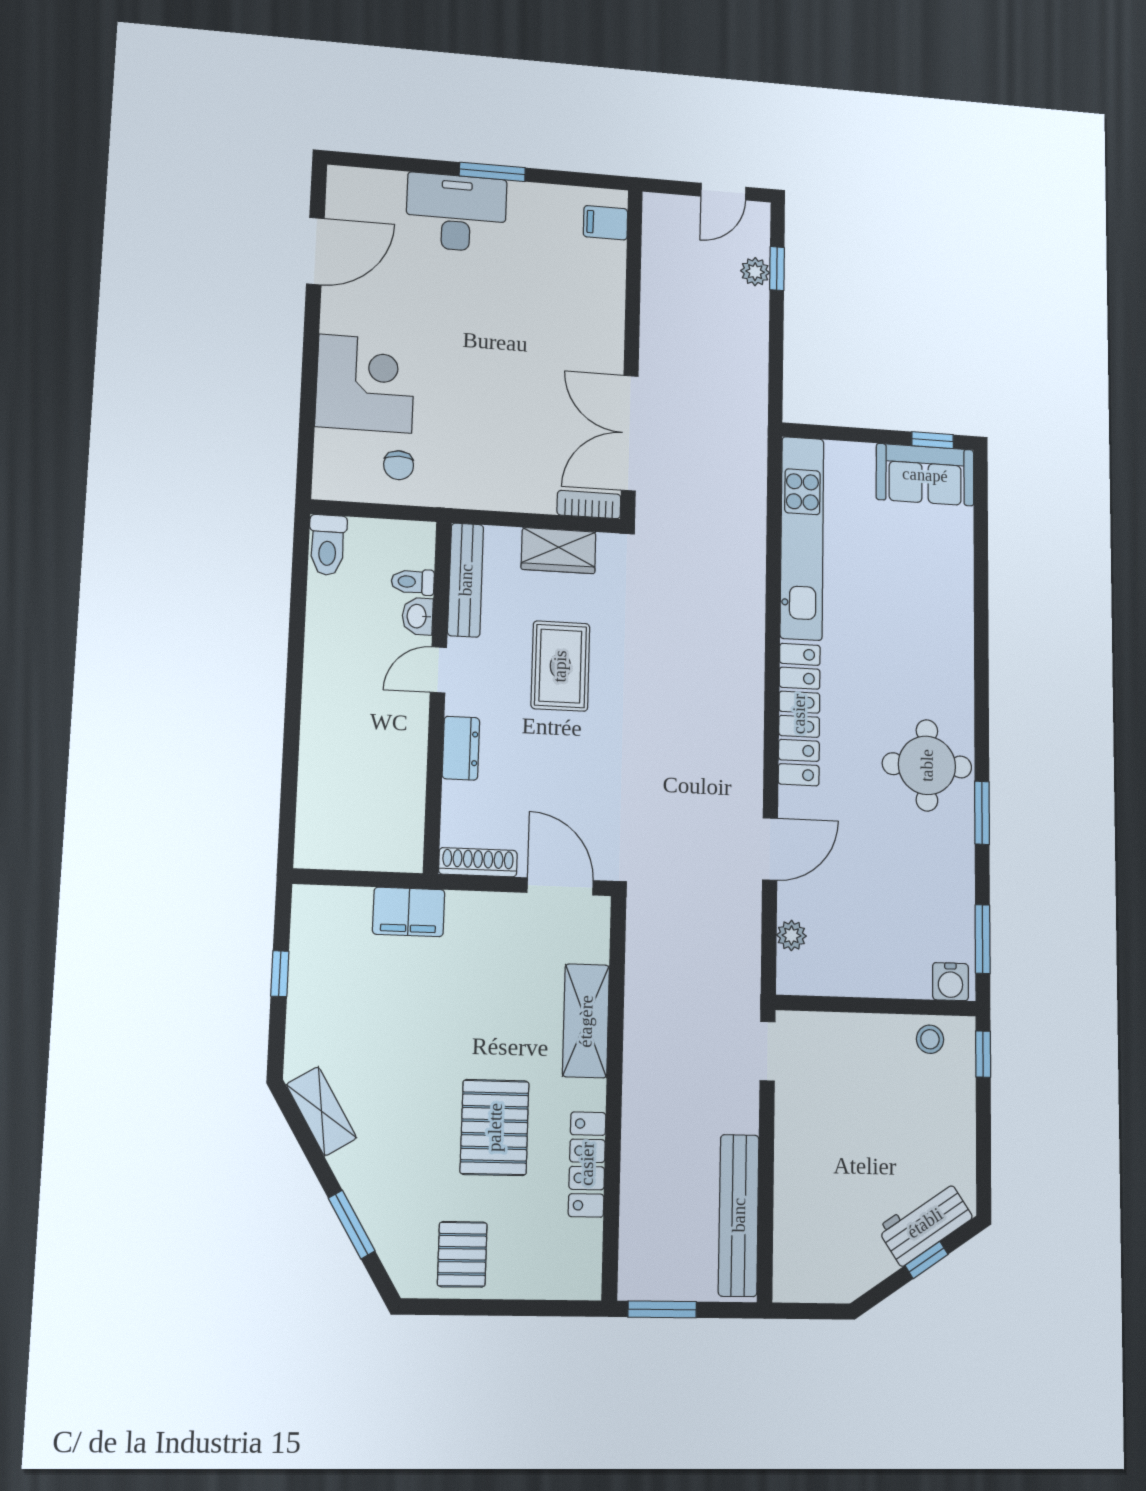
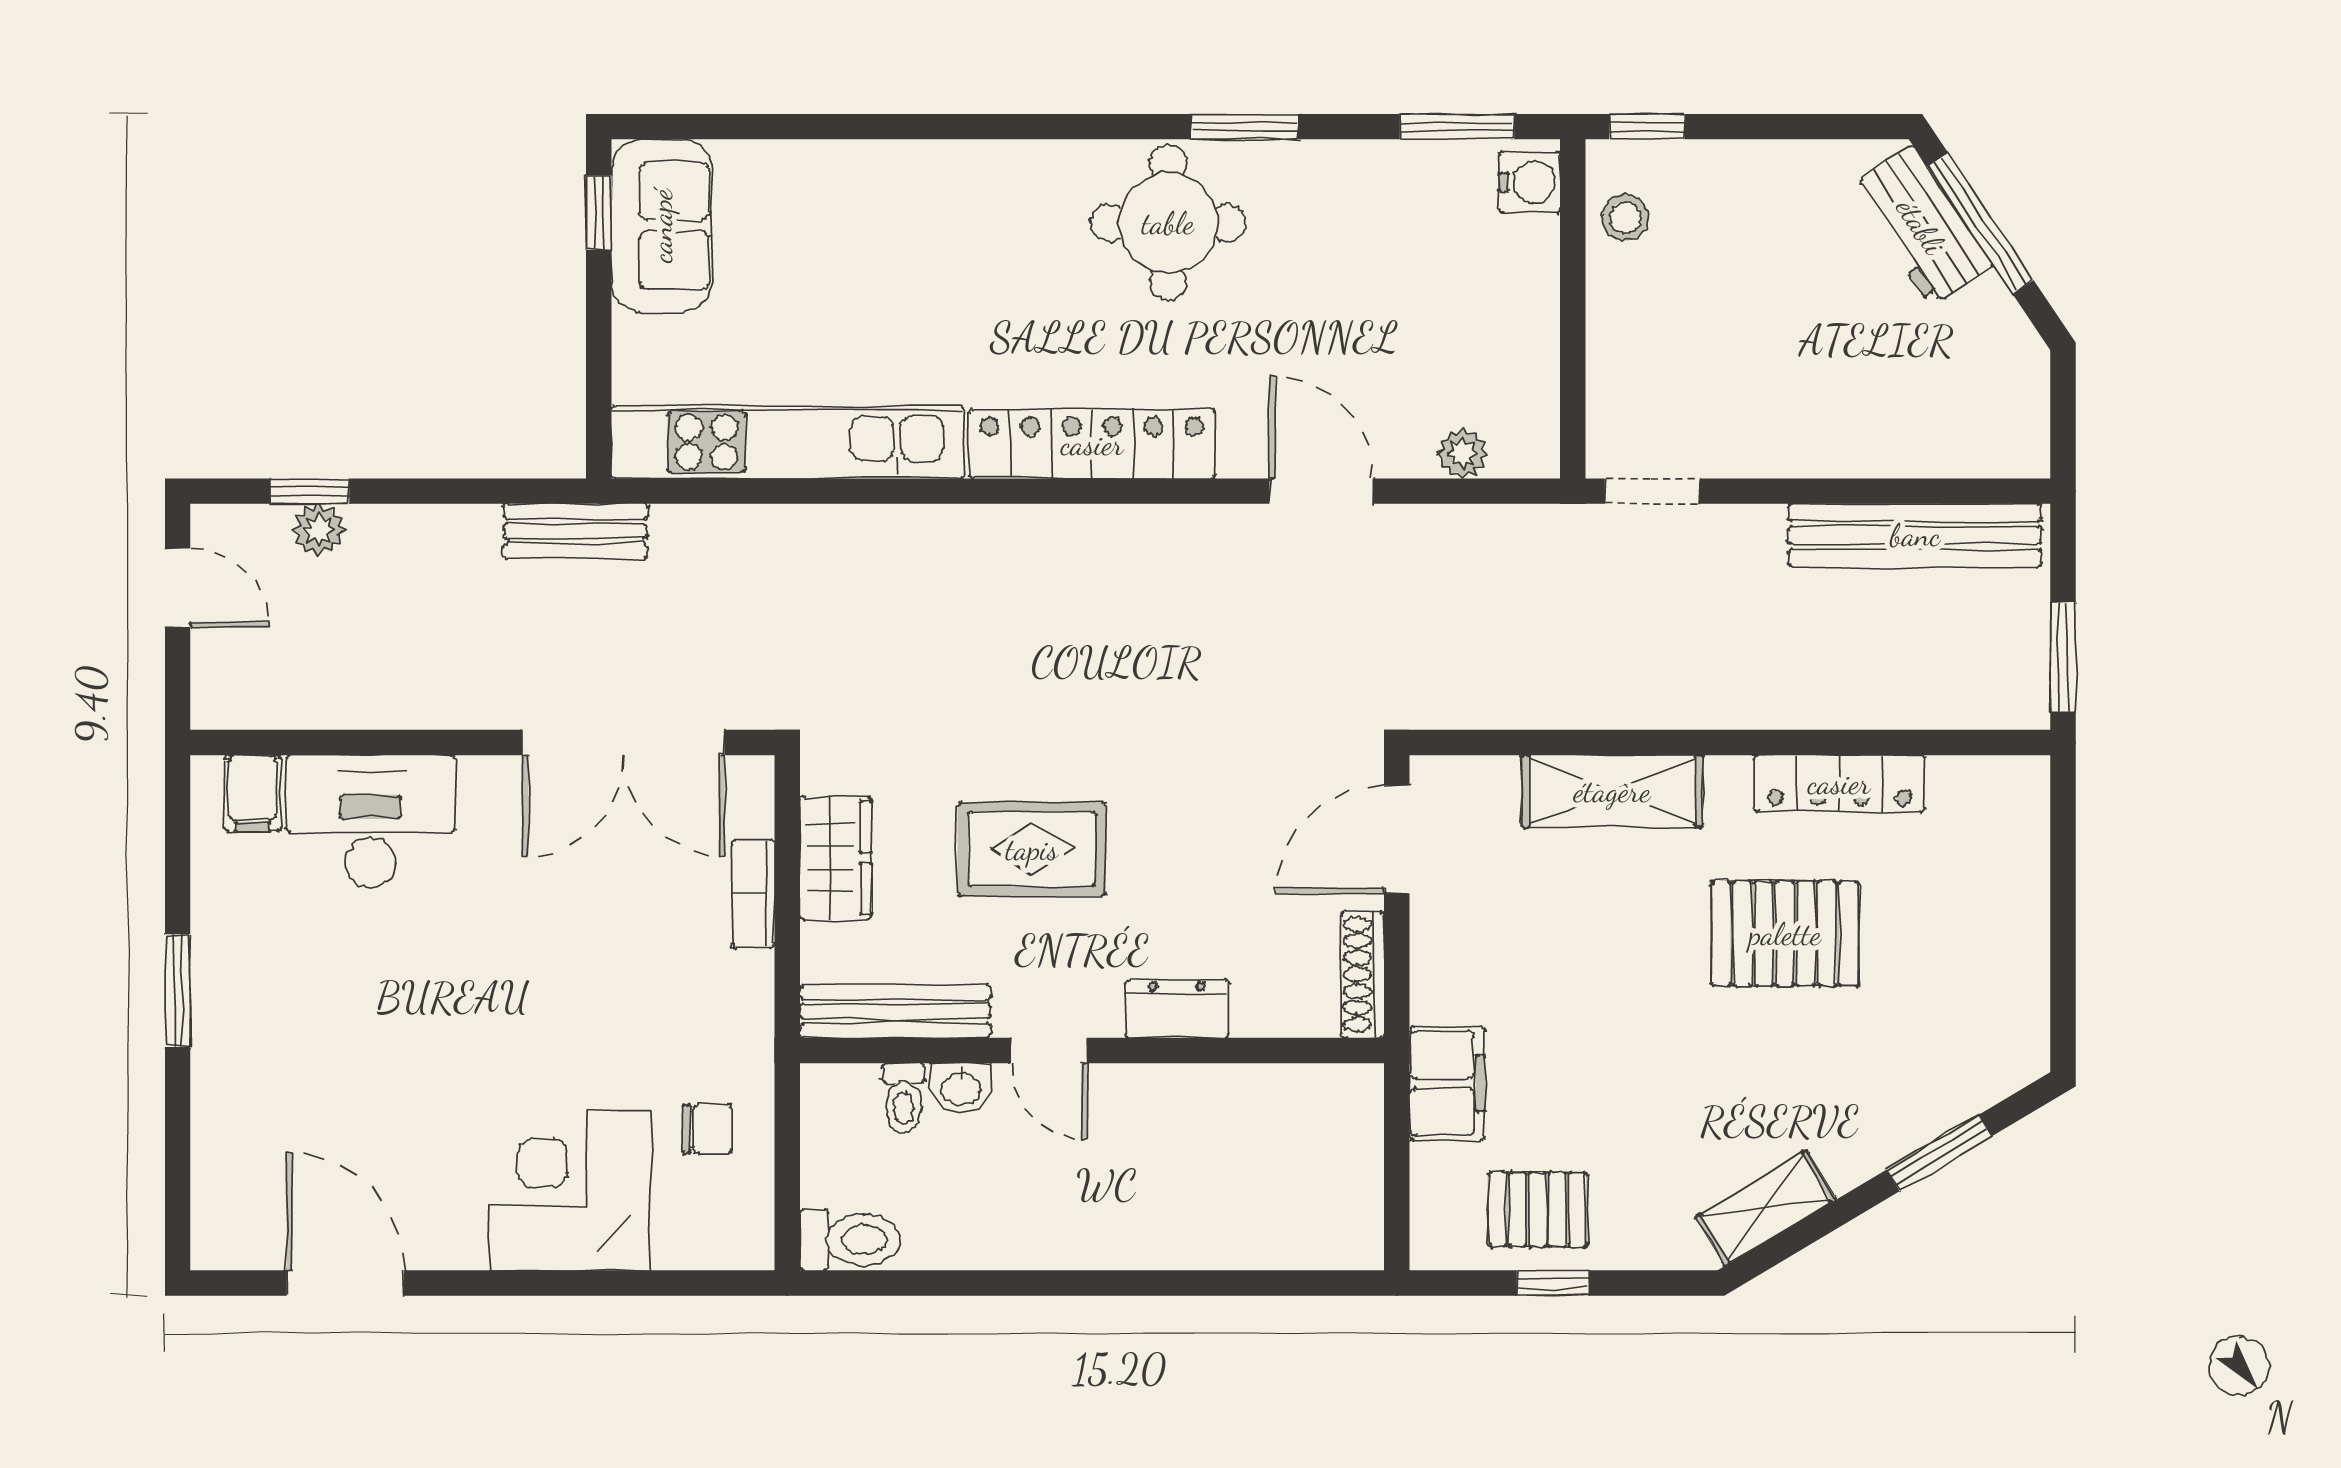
desk: (456, 213) -> (370, 821), moved, turned 90
bench: (752, 414) -> (575, 531), added
bookcase: (589, 505) -> (753, 894), moved
pallet: (462, 1254) -> (1538, 1210), moved
window: (927, 1260) -> (1980, 223), width x2.17

